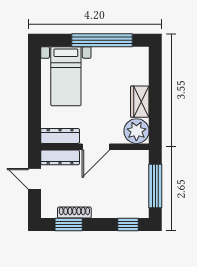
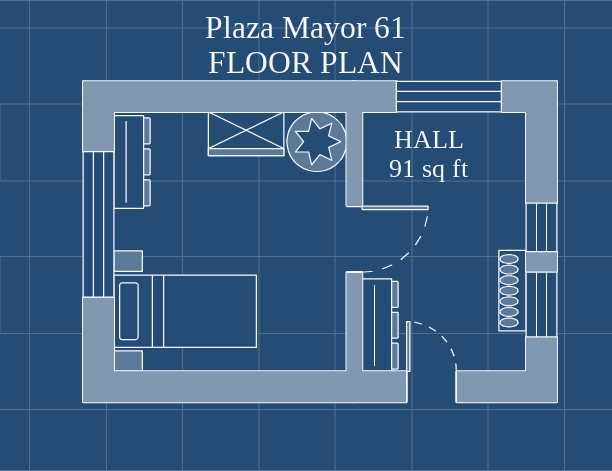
dresser: (60, 136) -> (132, 162), moved, turned 180
door: (96, 147) -> (354, 239), hinge flipped
door: (34, 179) -> (432, 387), swing flipped
window: (128, 225) -> (541, 227), moved

